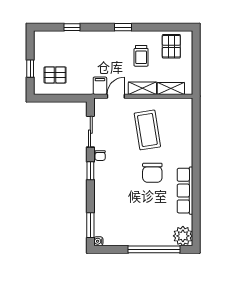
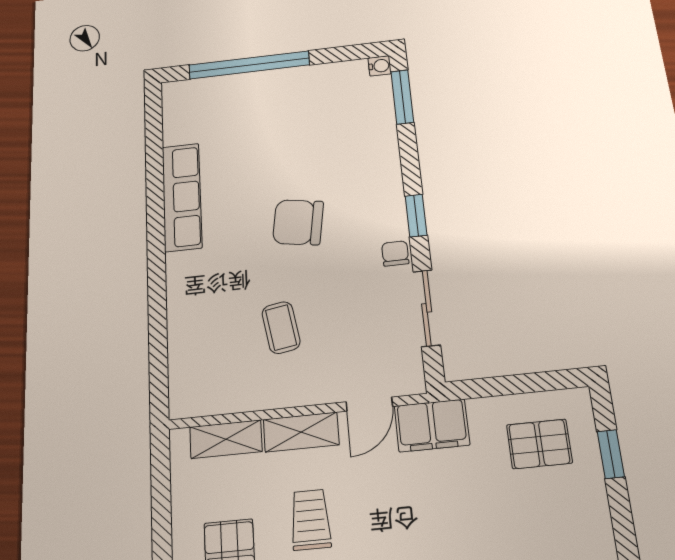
filing cabinet: (100, 86) -> (432, 425), width x2.00
coffee table: (147, 130) -> (281, 328), width x0.54, depth x0.58
chair: (152, 173) -> (298, 222), moved, turned -81
plant: (183, 236) -> (184, 100), removed

